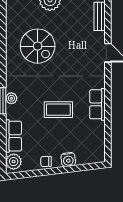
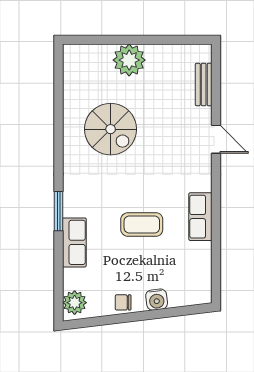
plant: (11, 98) -> (71, 207), removed
row of seats: (13, 136) -> (74, 242), moved

